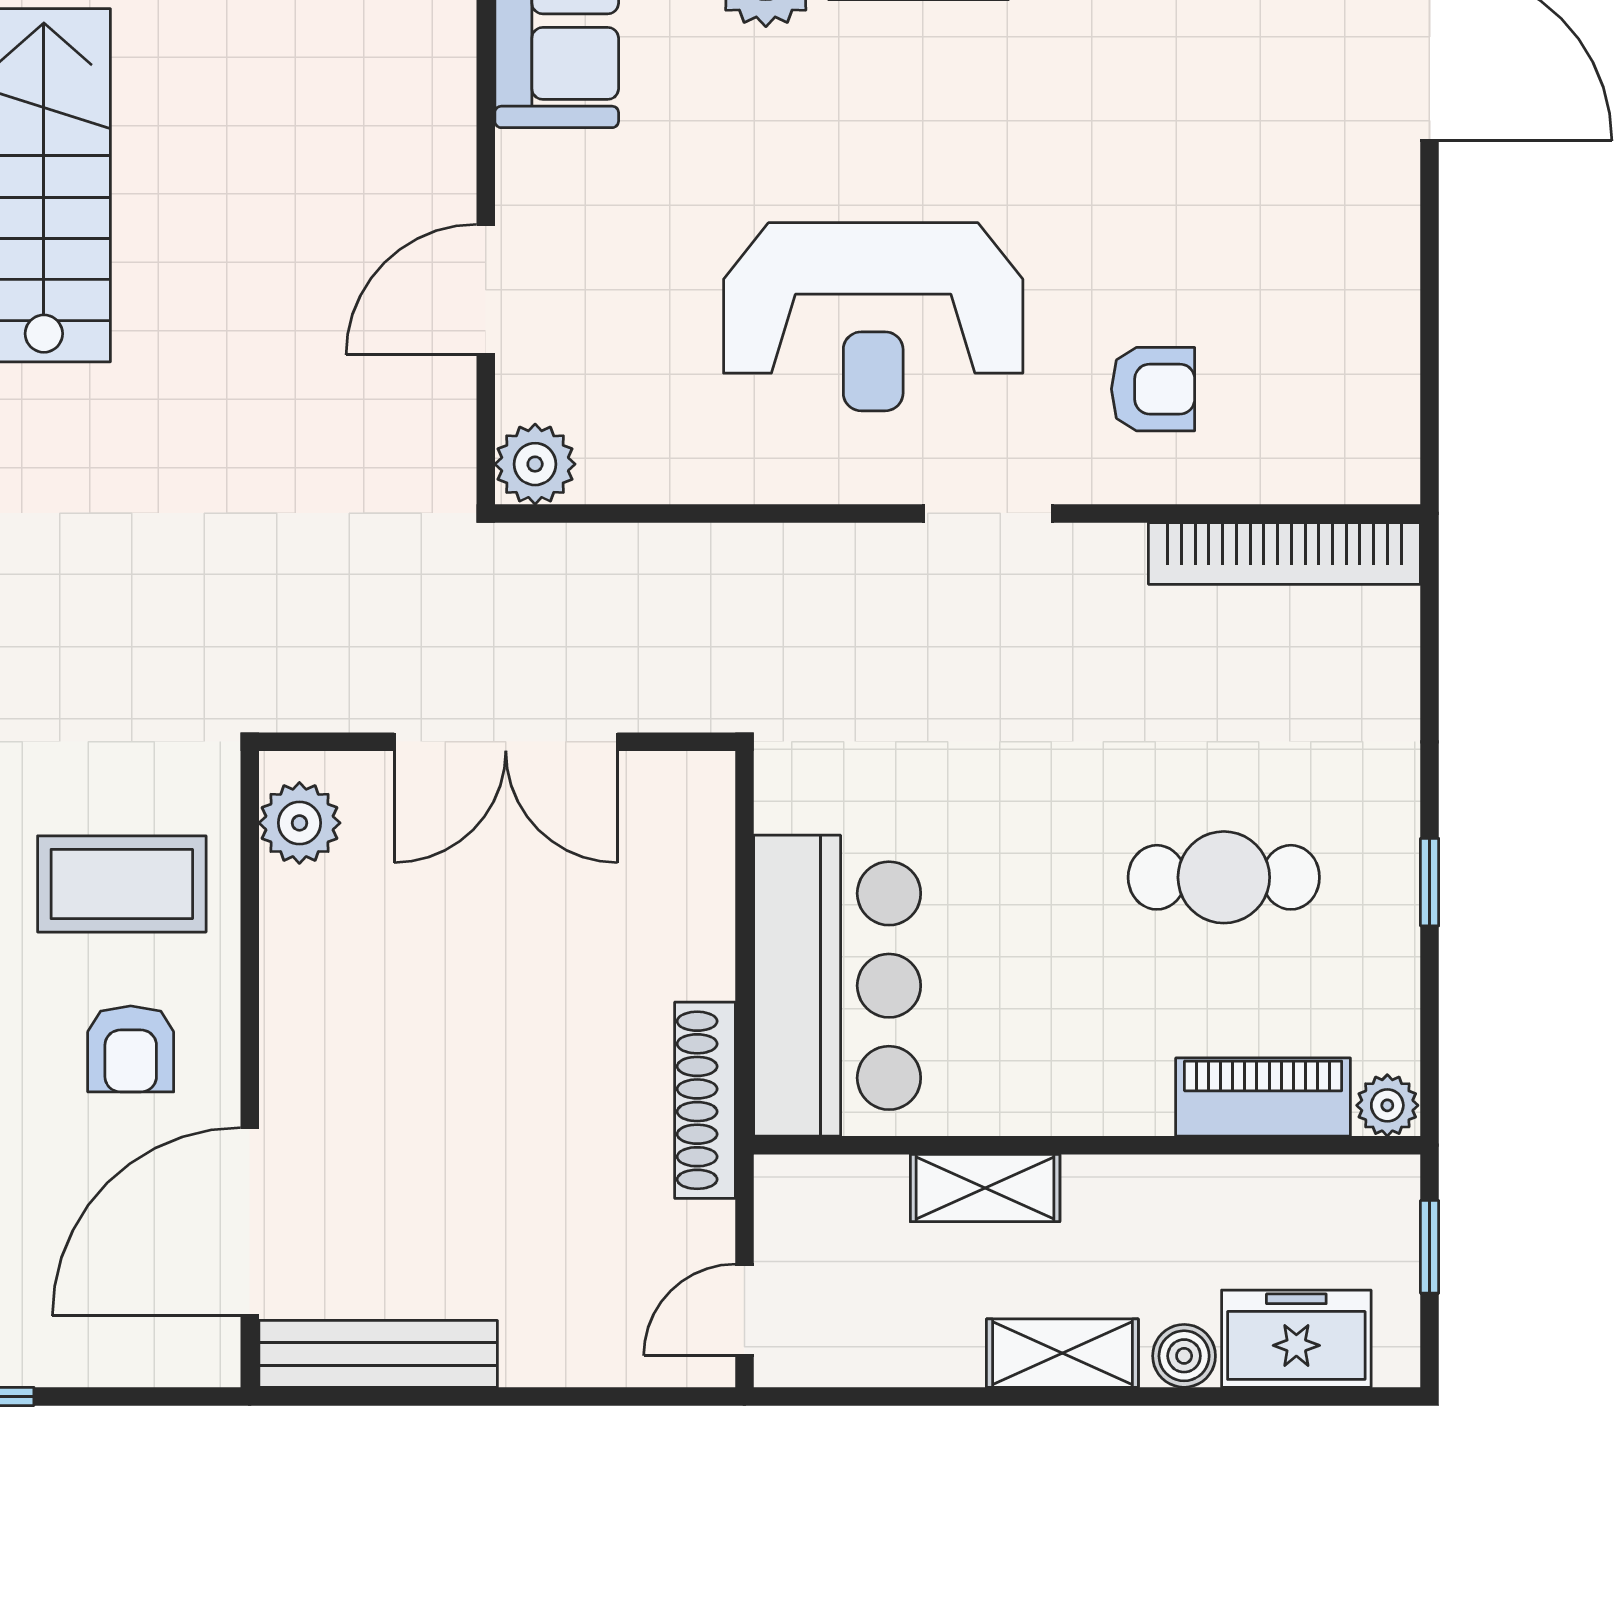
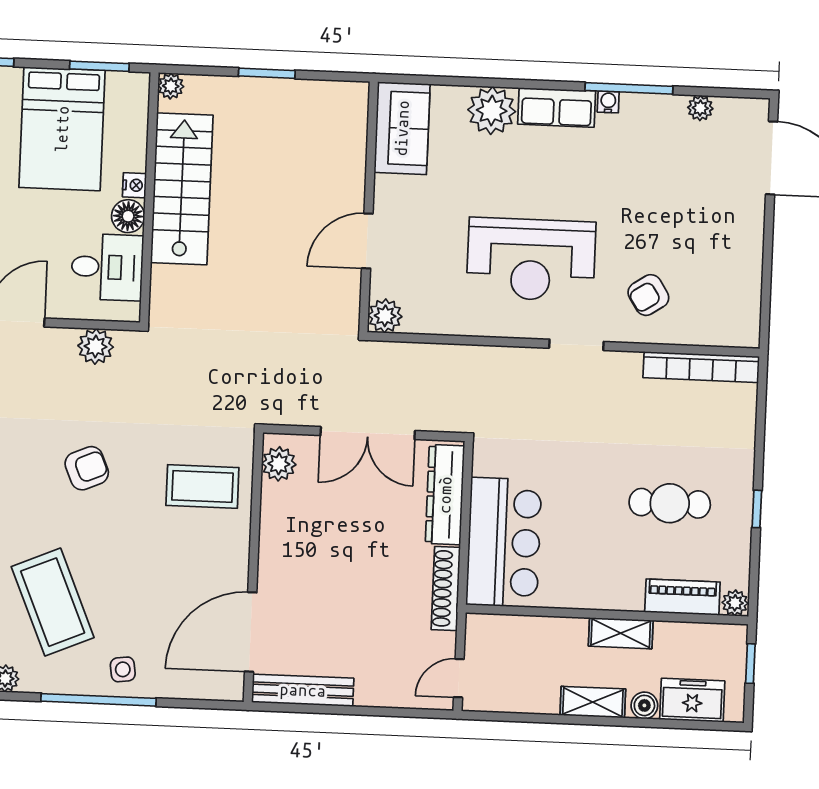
armchair: (1153, 389) -> (648, 295), turned 147
dresser: (694, 879) -> (445, 495), added
armchair: (131, 1049) -> (203, 557), removed
shelving: (985, 1188) -> (621, 633), moved

